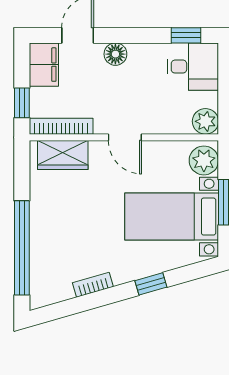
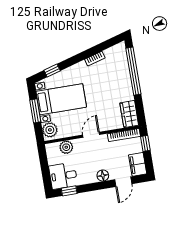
plant: (205, 121) -> (66, 147), moved
door: (125, 137) -> (91, 135), hinge flipped
wardrobe: (63, 155) -> (129, 114), moved, turned -90
window: (151, 284) -> (52, 71), moved

